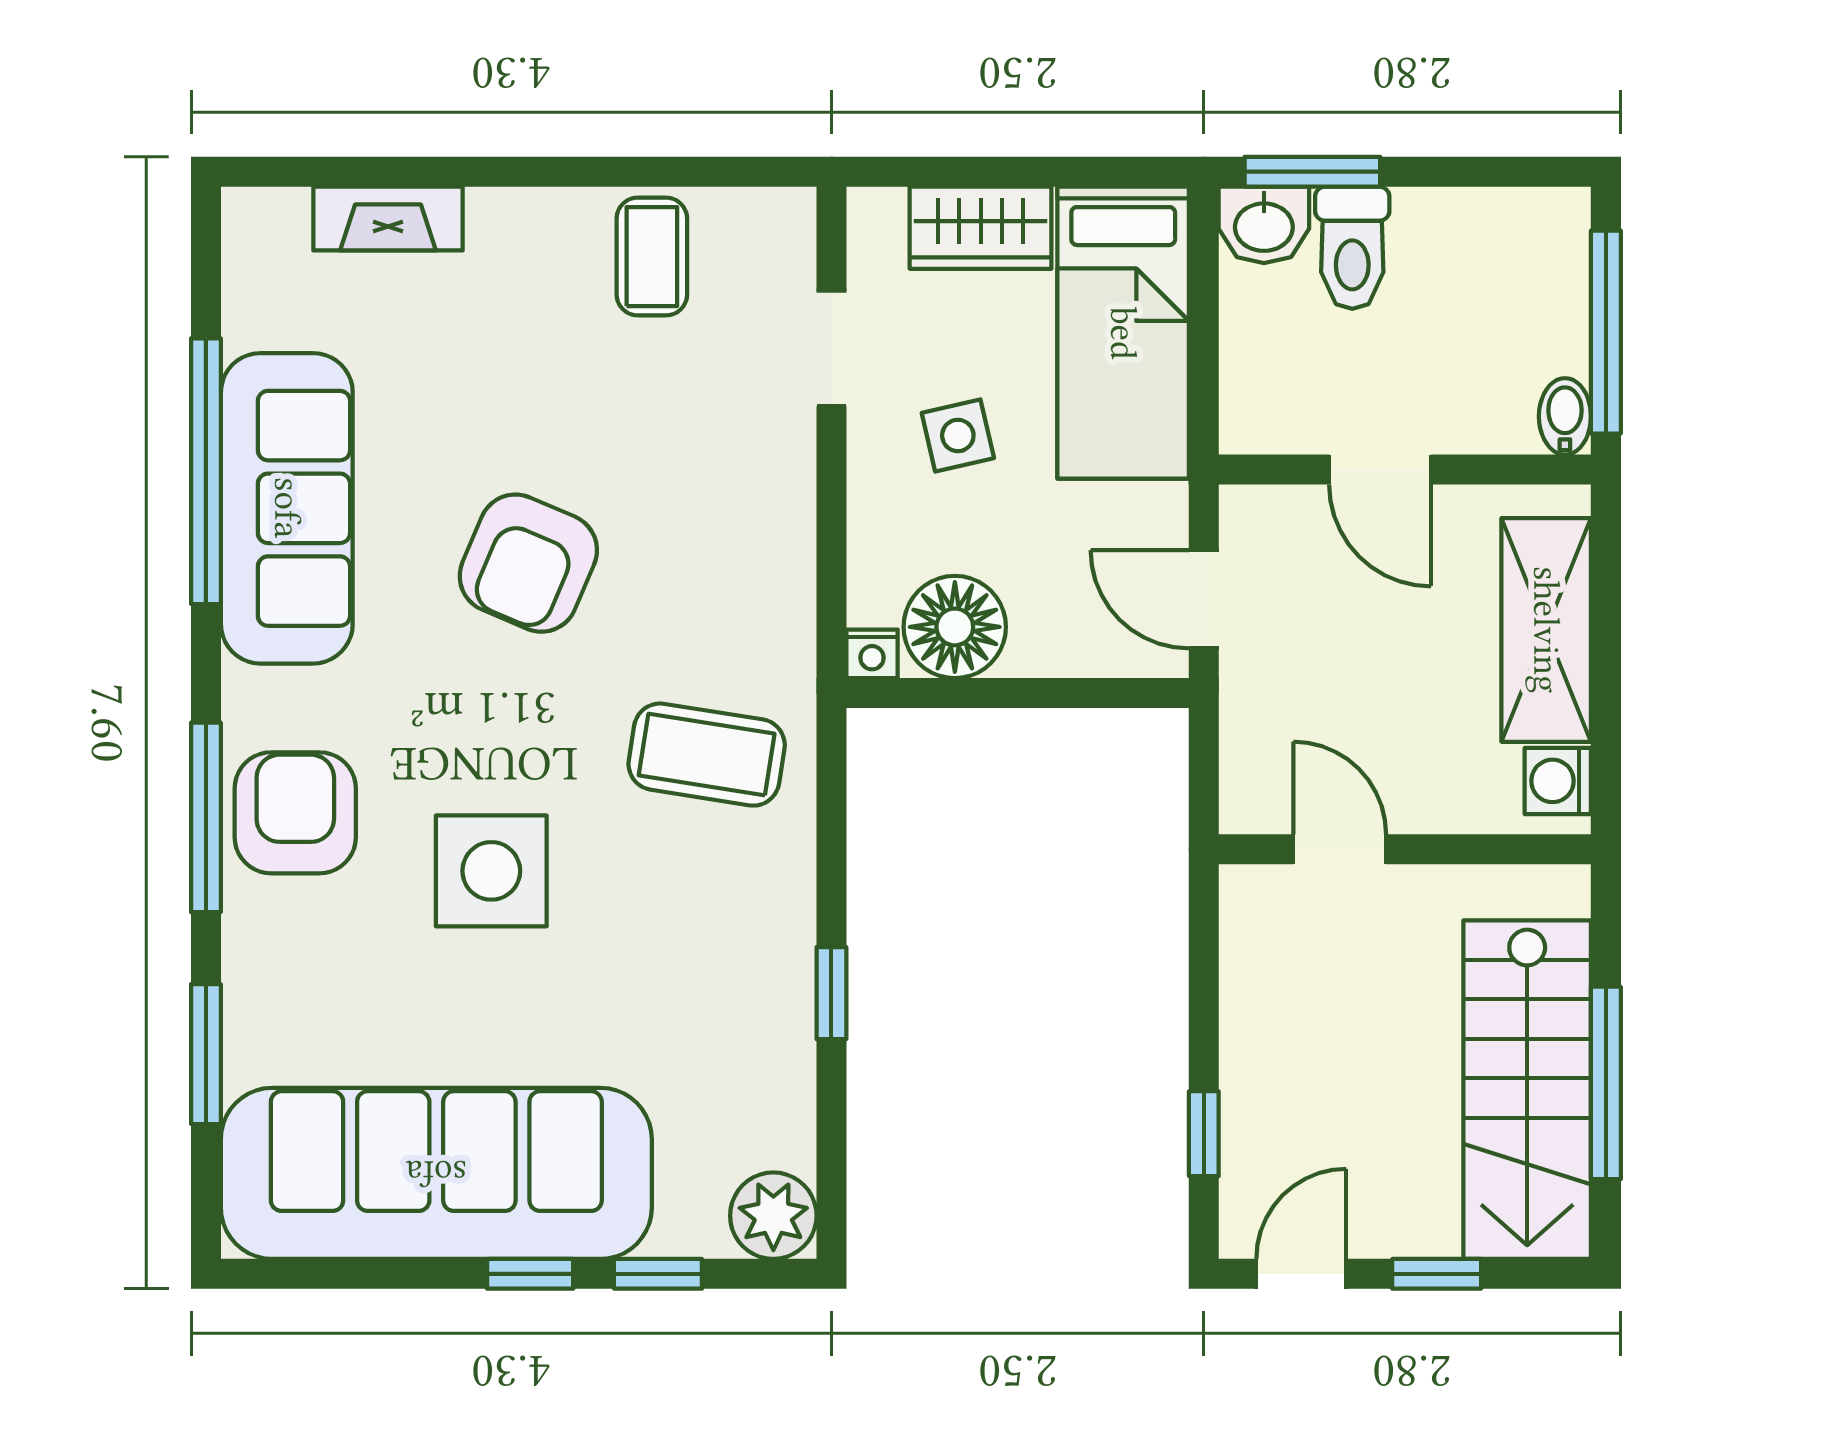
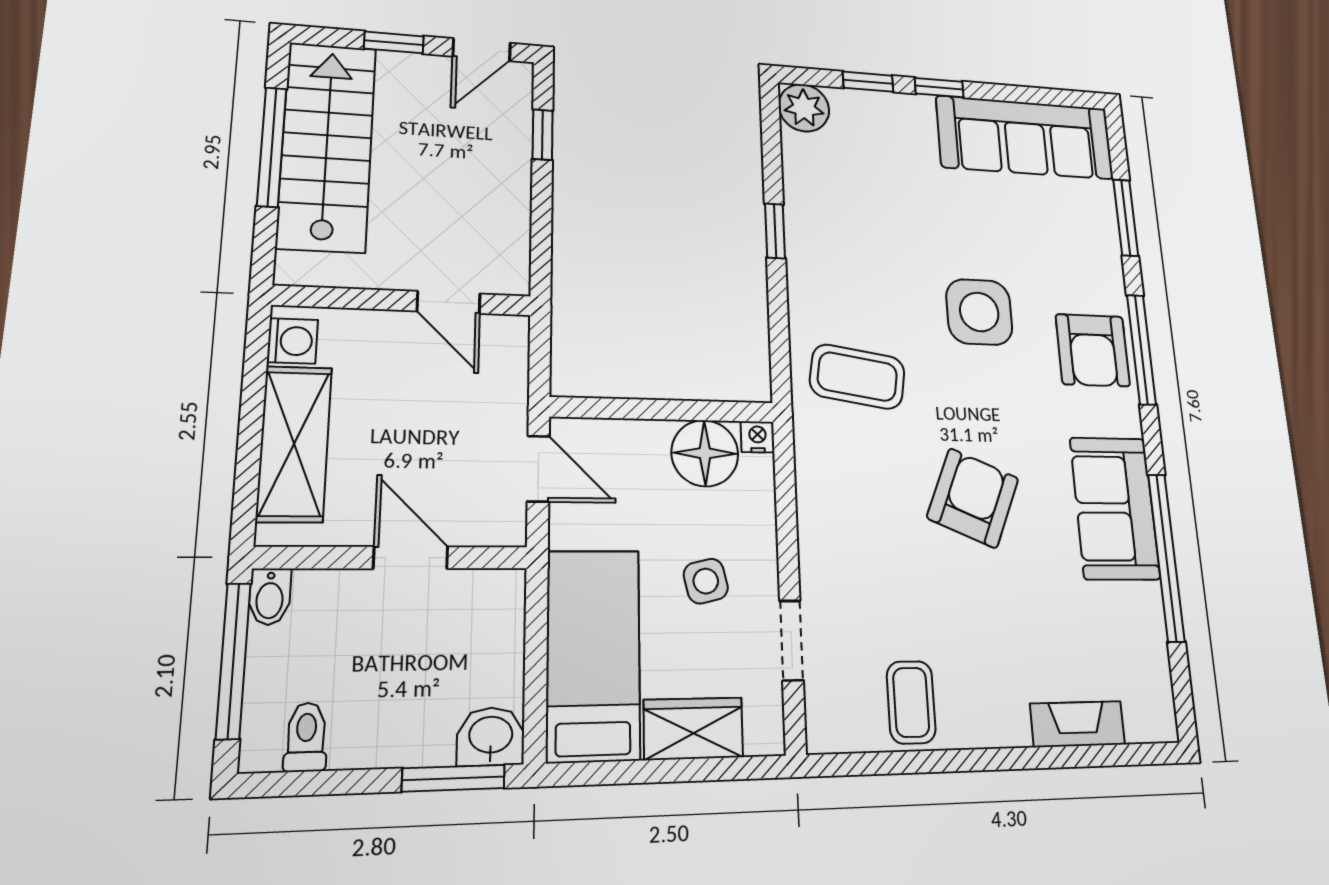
toilet: (1352, 248) -> (306, 737), moved, width x0.73, depth x0.72
sofa: (287, 508) -> (1115, 508), width x0.73
sofa: (436, 1173) -> (1025, 138), width x0.74, depth x0.79

